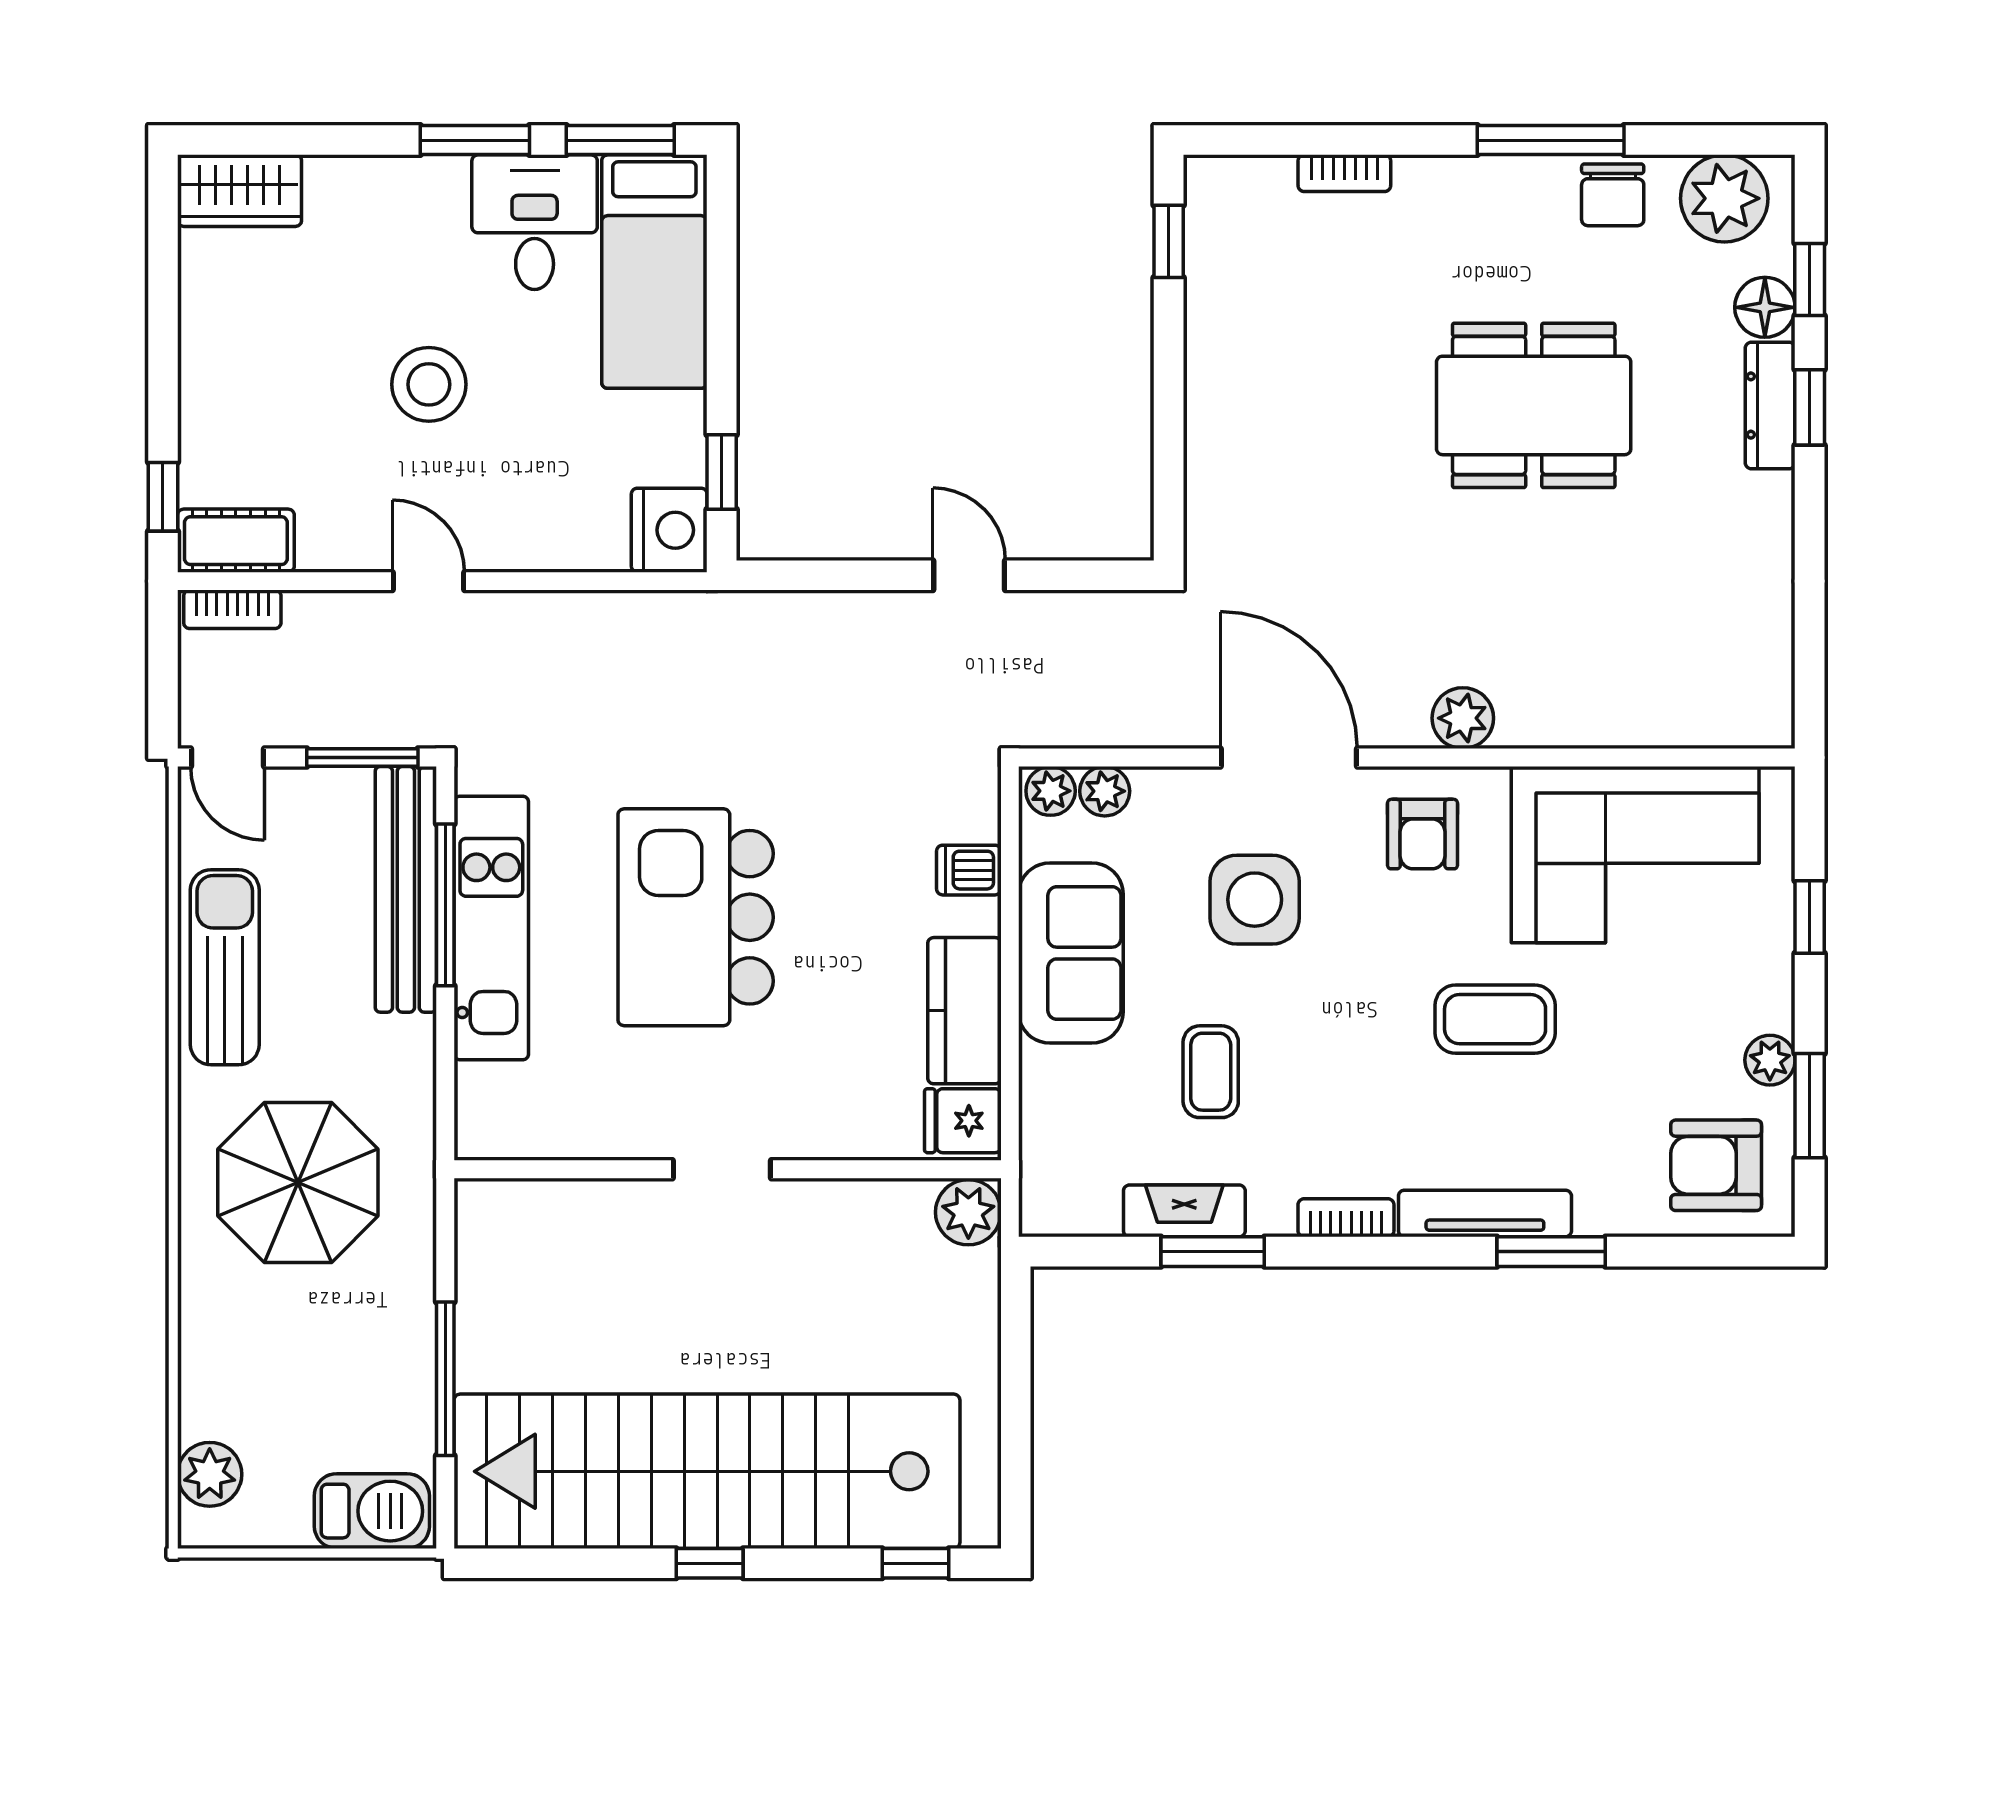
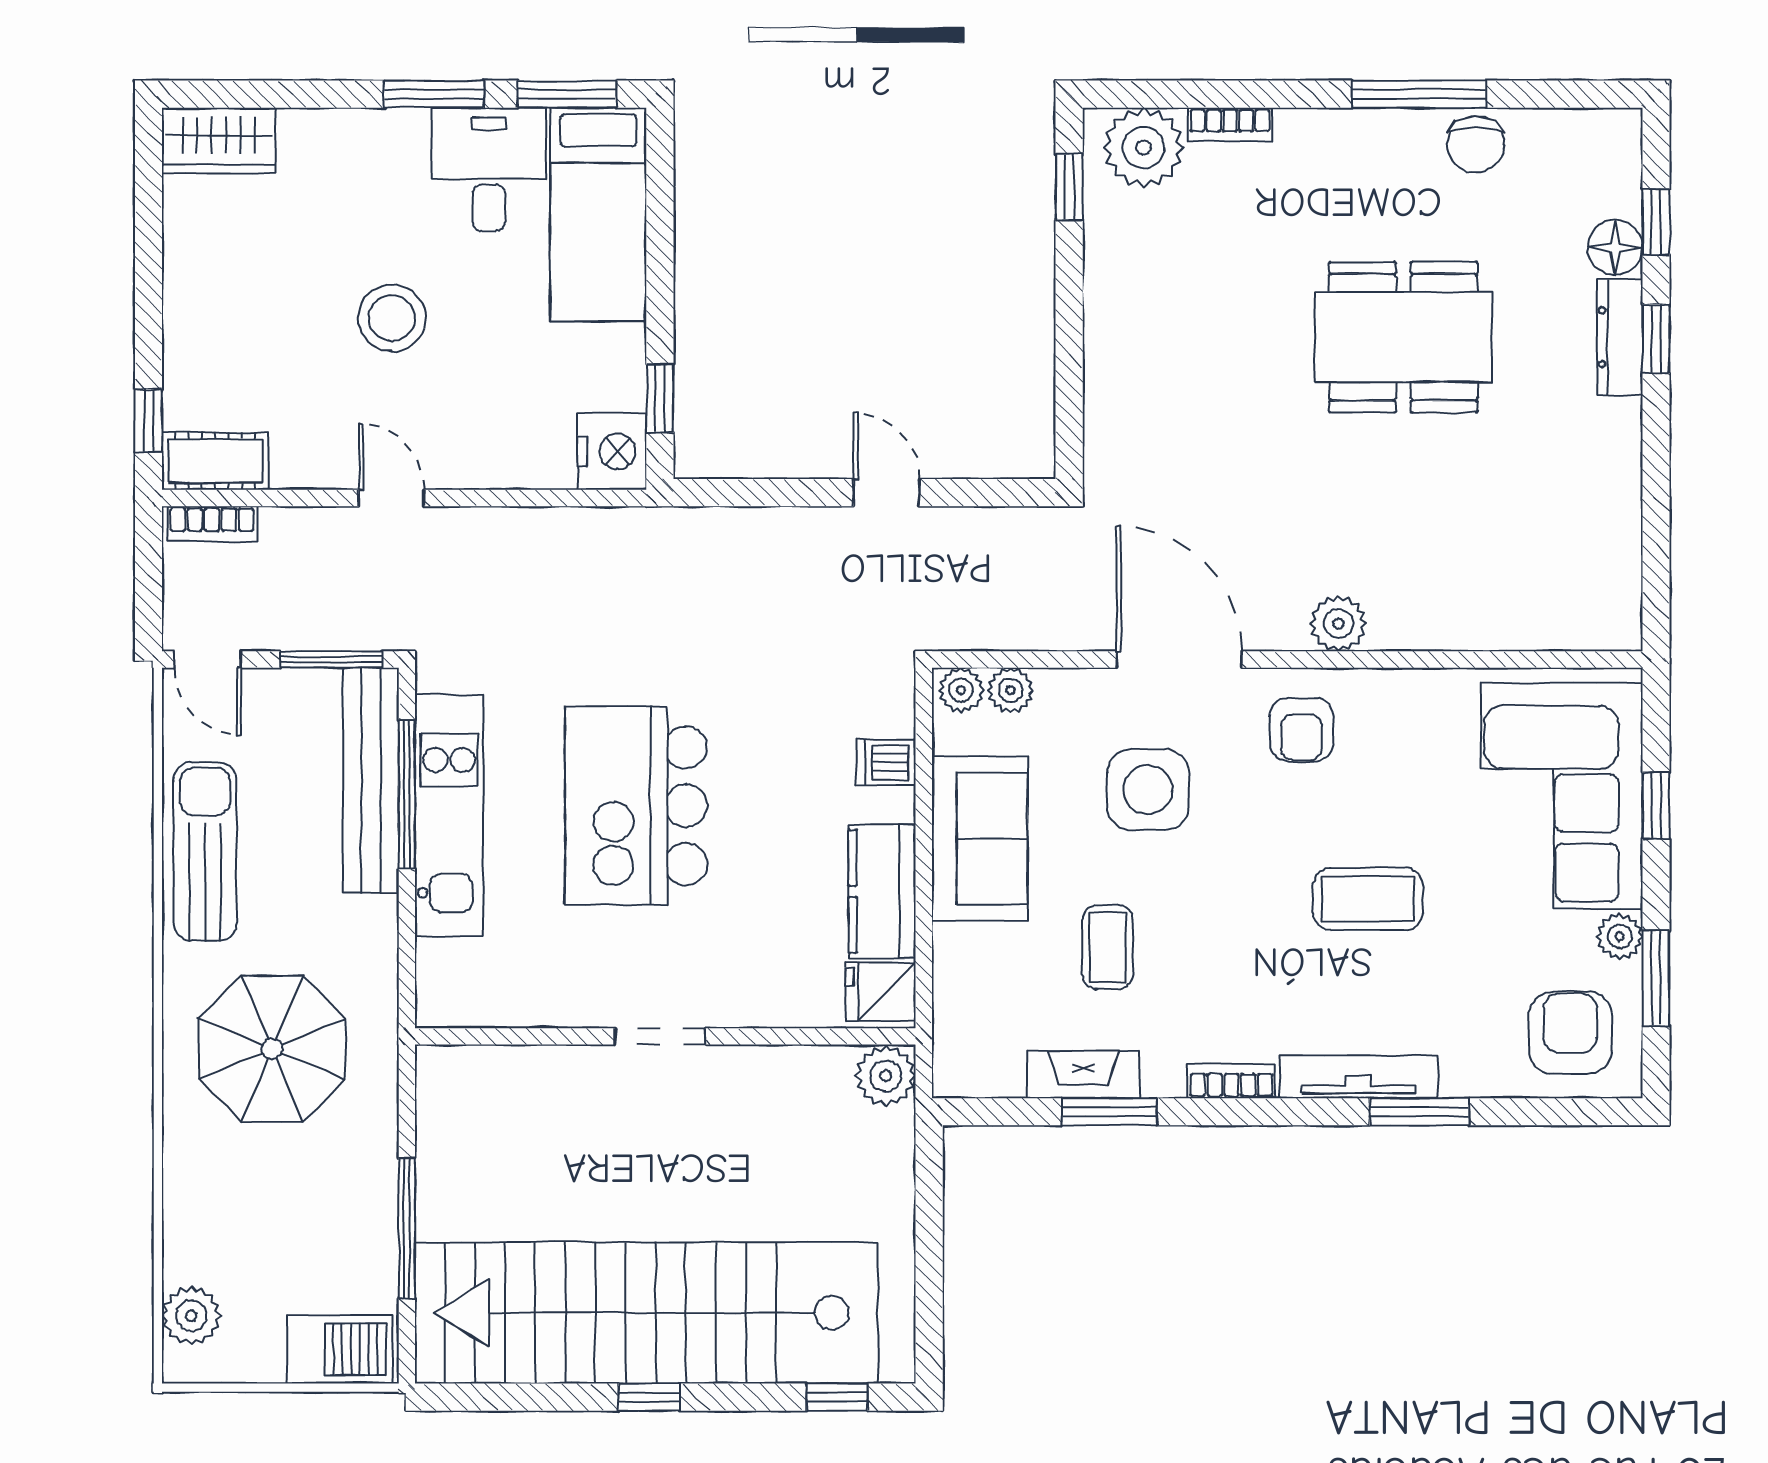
plant: (1724, 198) -> (1143, 148), moved
corner sofa: (1635, 855) -> (1562, 796), moved, turned 90
armchair: (1716, 1165) -> (1570, 1033), turned 90

